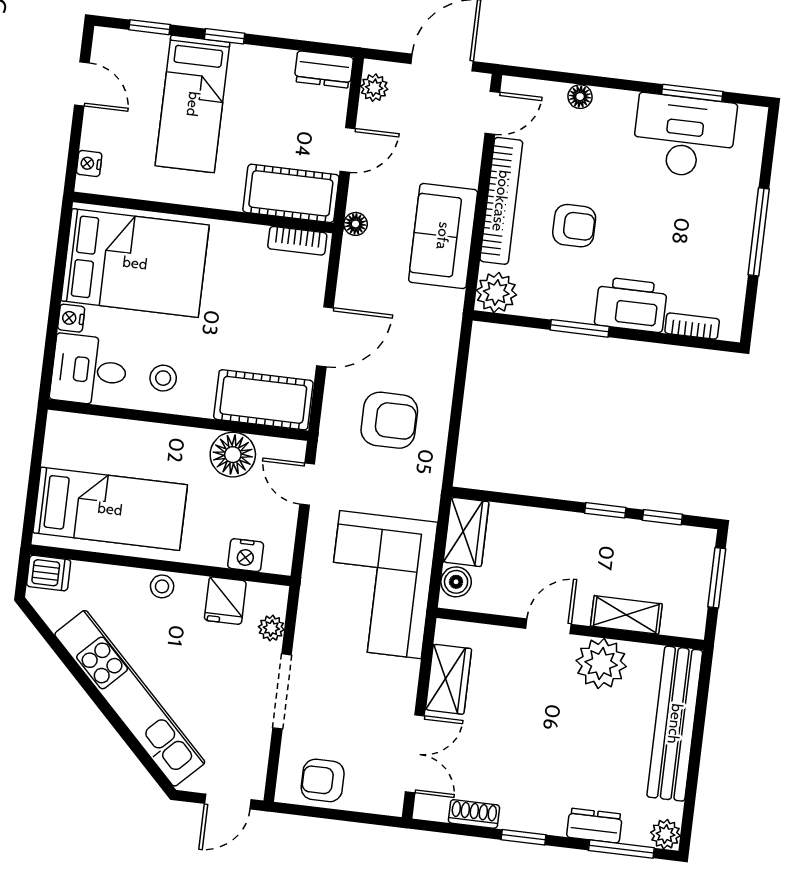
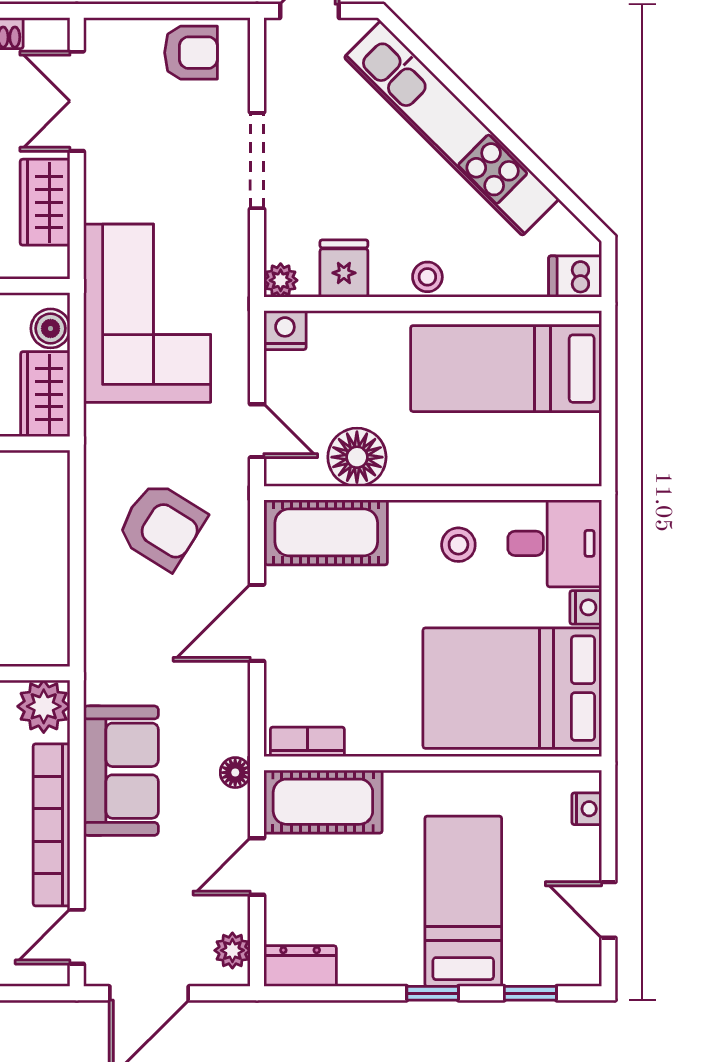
armchair: (389, 420) -> (161, 526), turned -148
nightstand: (246, 555) -> (285, 330), moved
plant: (271, 628) -> (281, 280), moved

